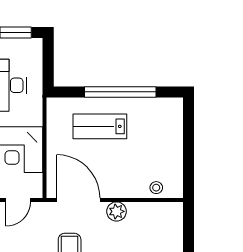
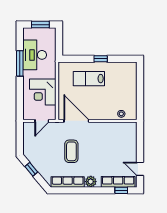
window: (120, 92) -> (101, 59), width x0.32
plant: (116, 211) -> (98, 128), removed

